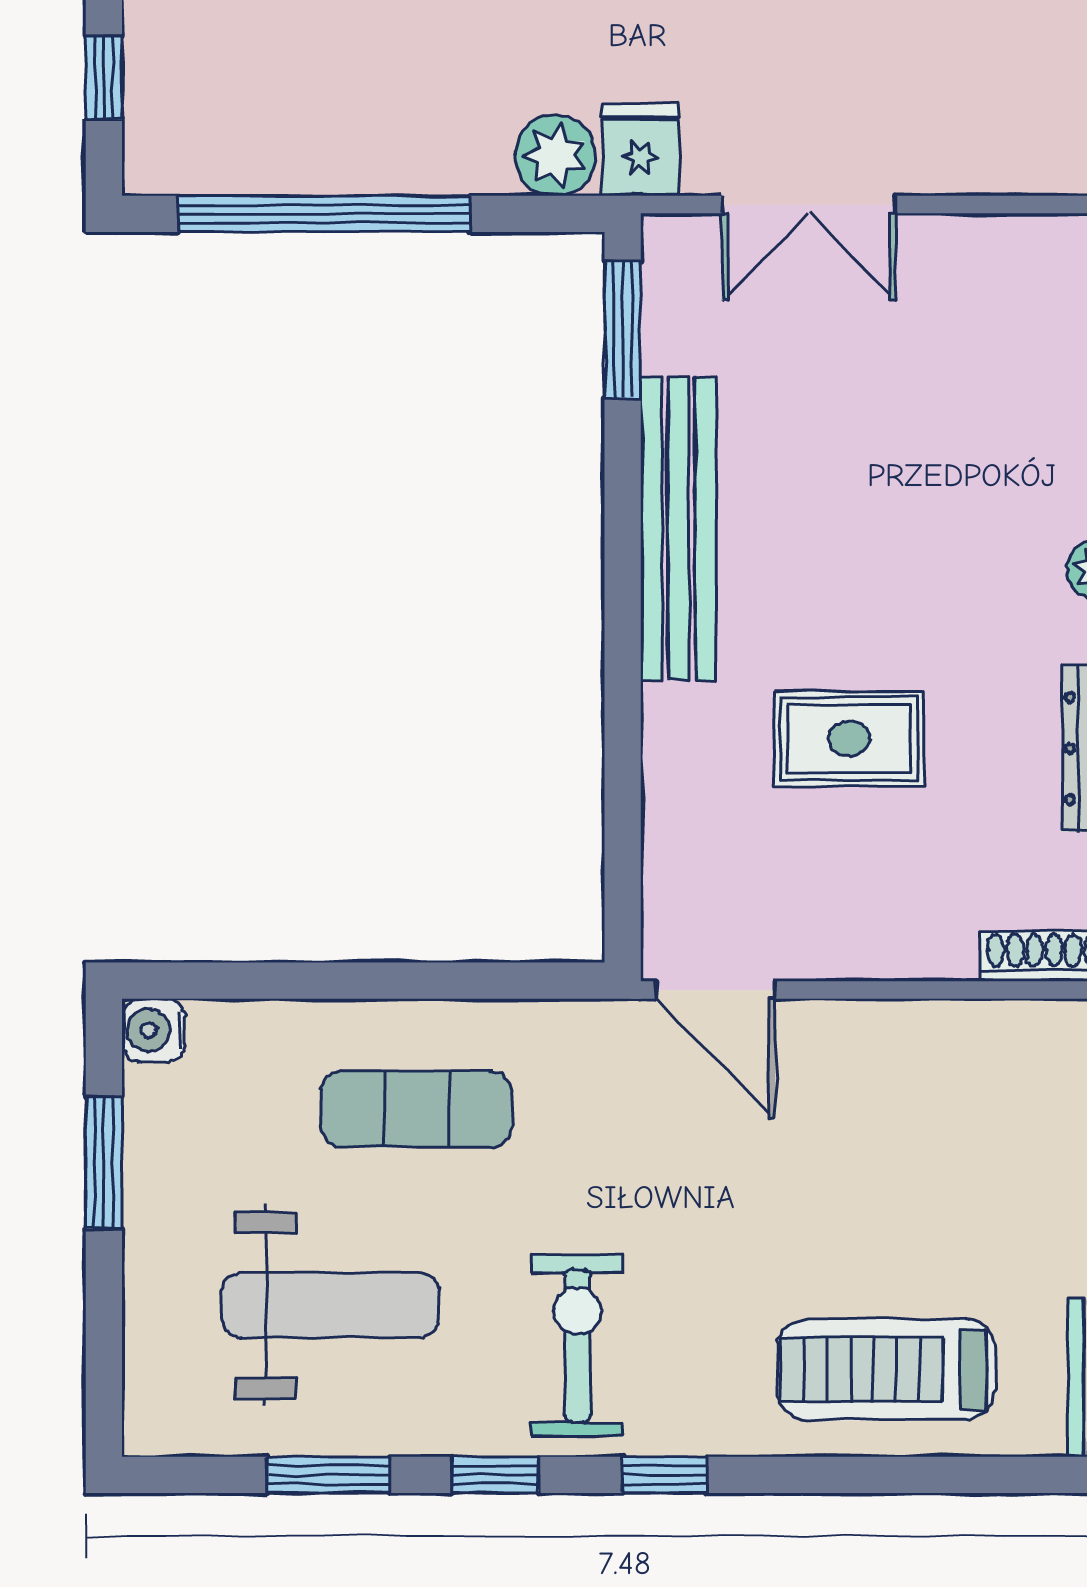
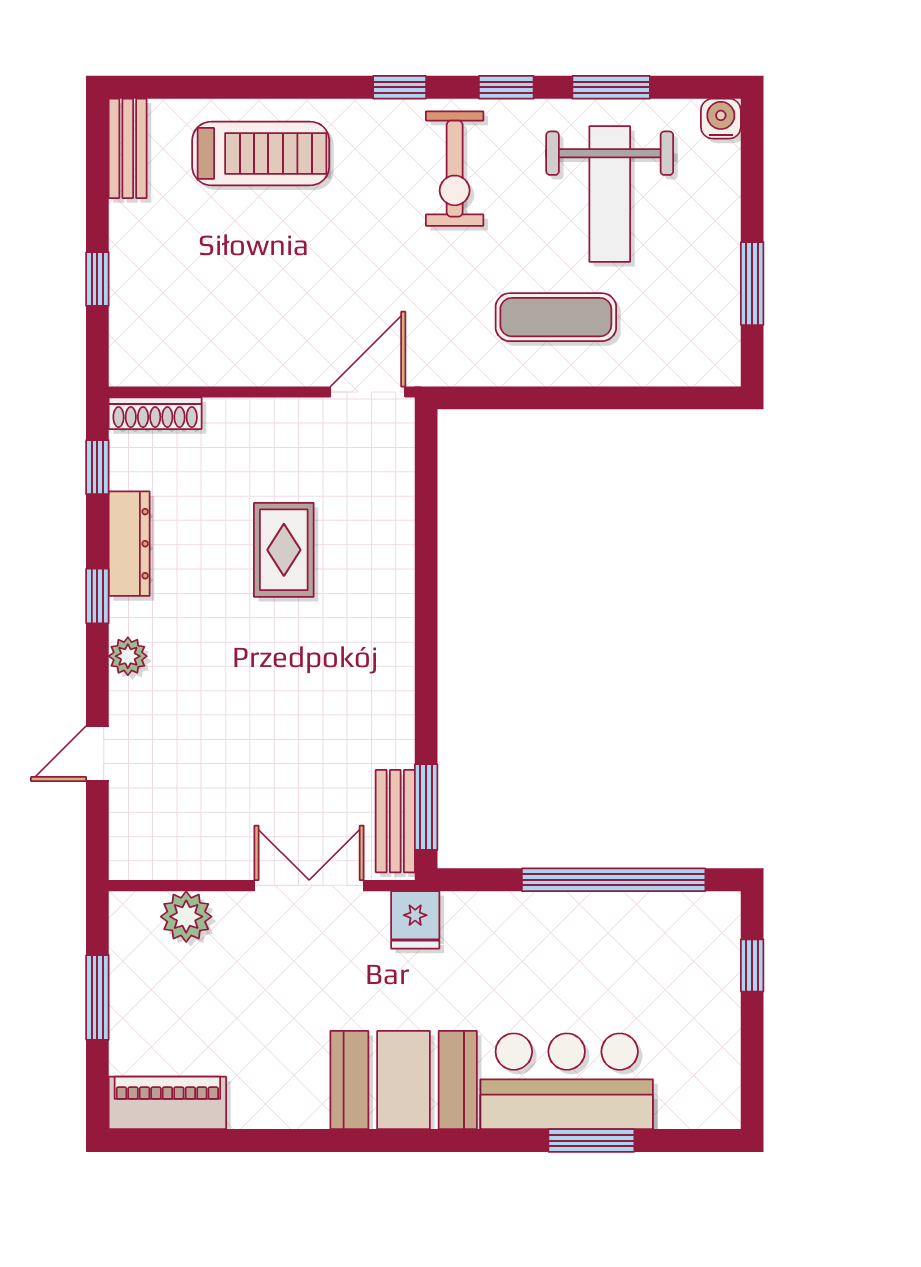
plant: (555, 155) -> (186, 917), moved
bench: (678, 528) -> (395, 821), moved, width x0.54, depth x0.82
rug: (849, 739) -> (284, 550), turned 90
door: (715, 990) -> (368, 392), hinge flipped
water cooler: (154, 1030) -> (721, 119), moved, turned -90
weight bench: (330, 1305) -> (610, 194), turned -90

